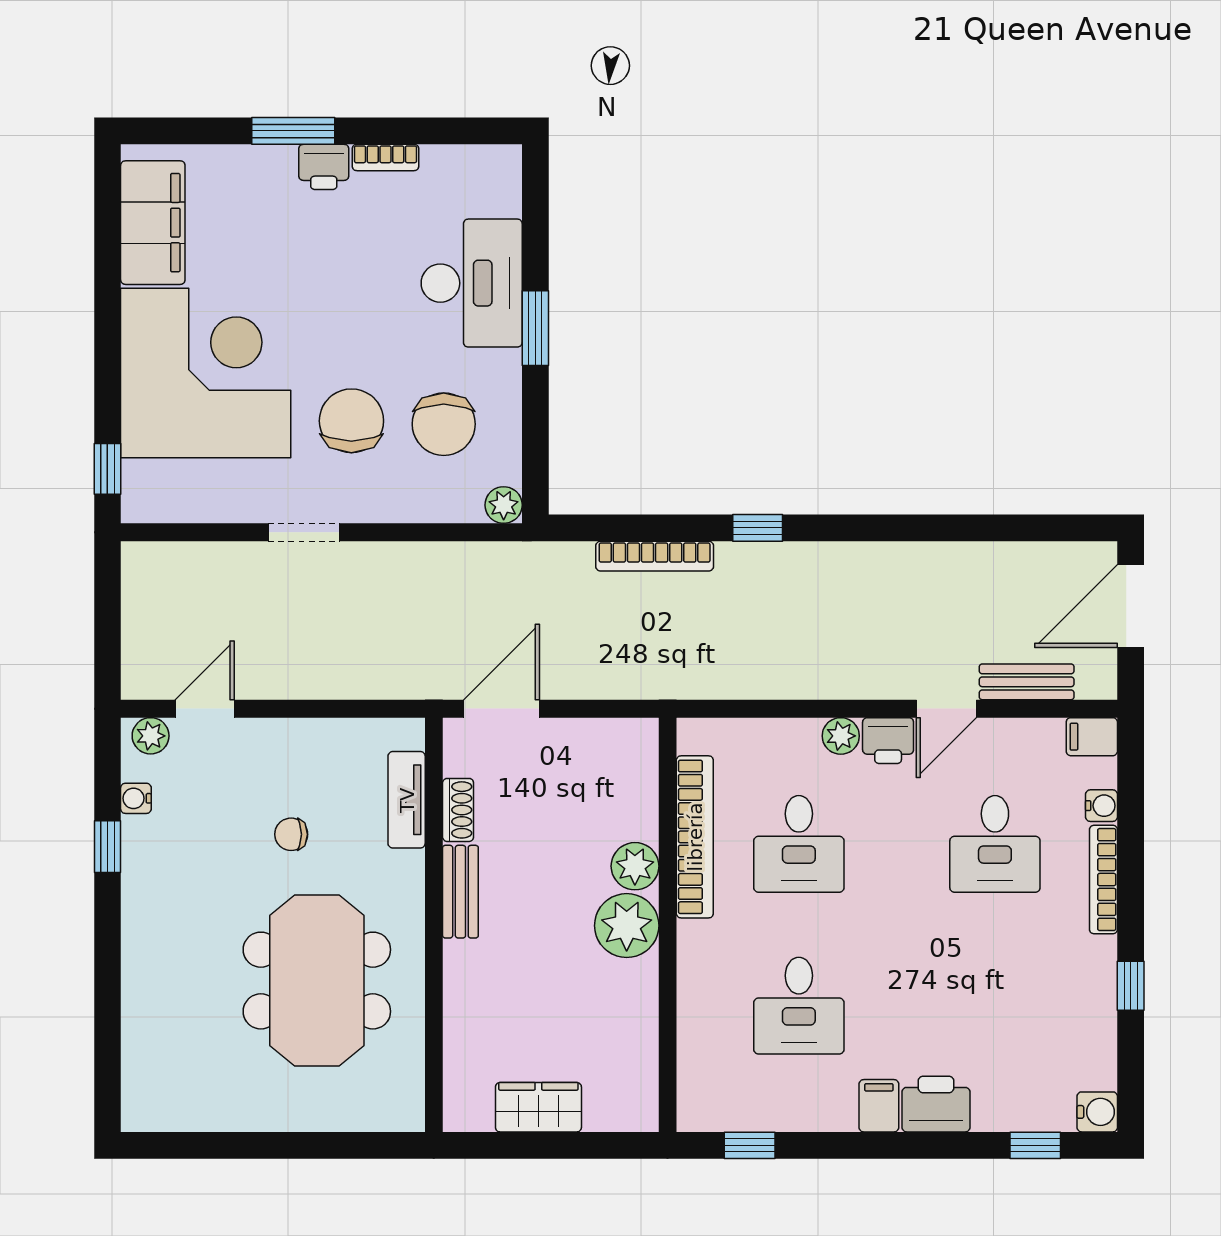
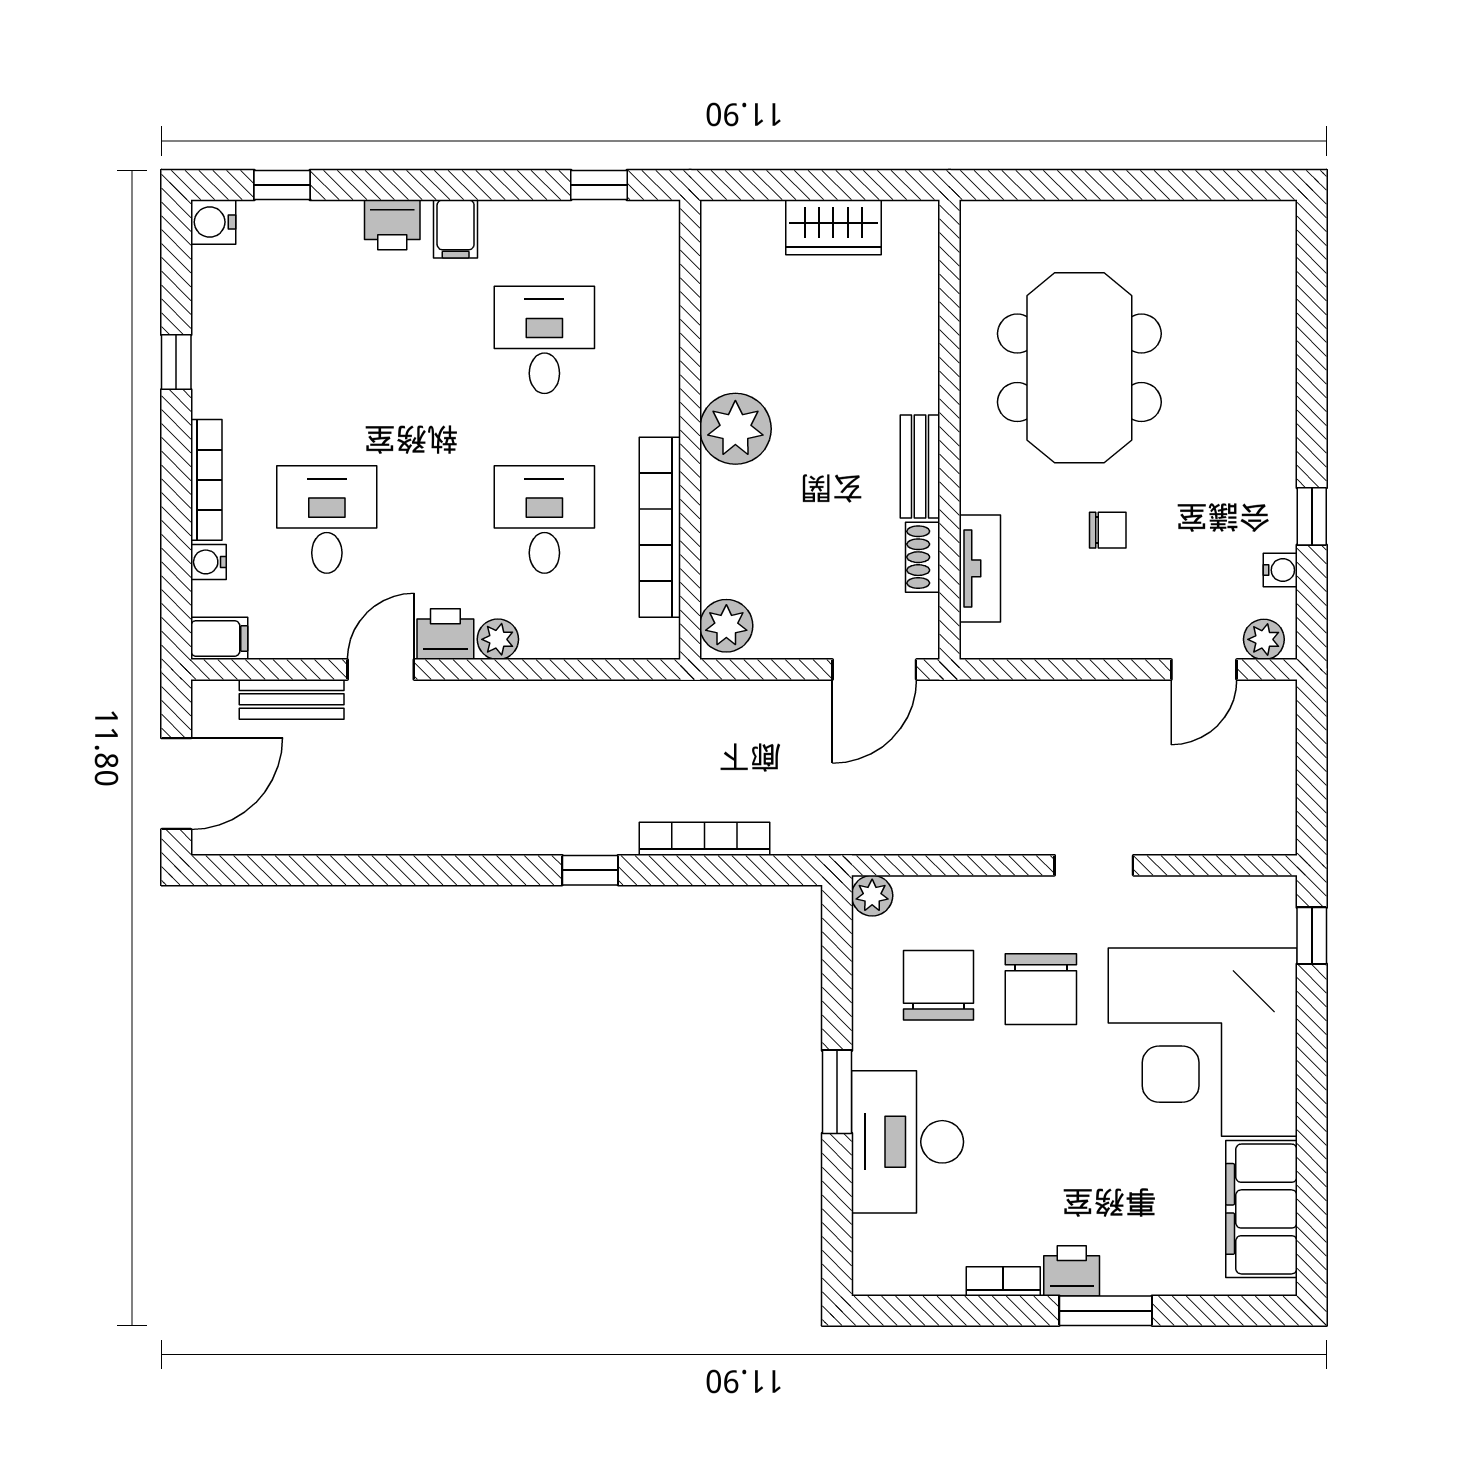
plant: (635, 866) -> (726, 626), moved
printer: (936, 1104) -> (392, 225), width x0.73, depth x0.81

